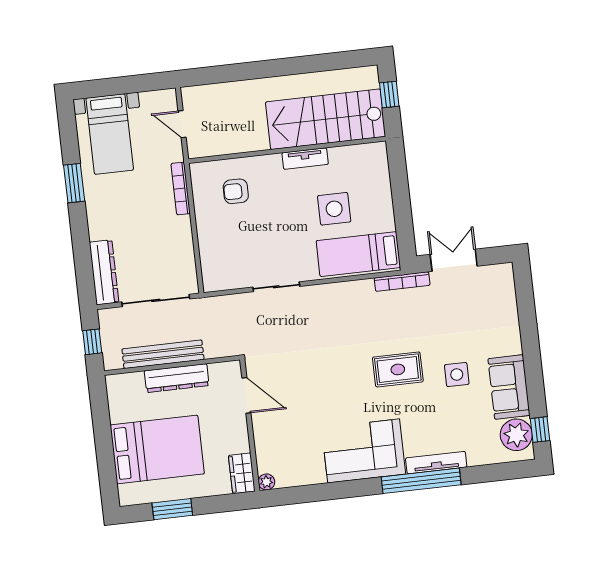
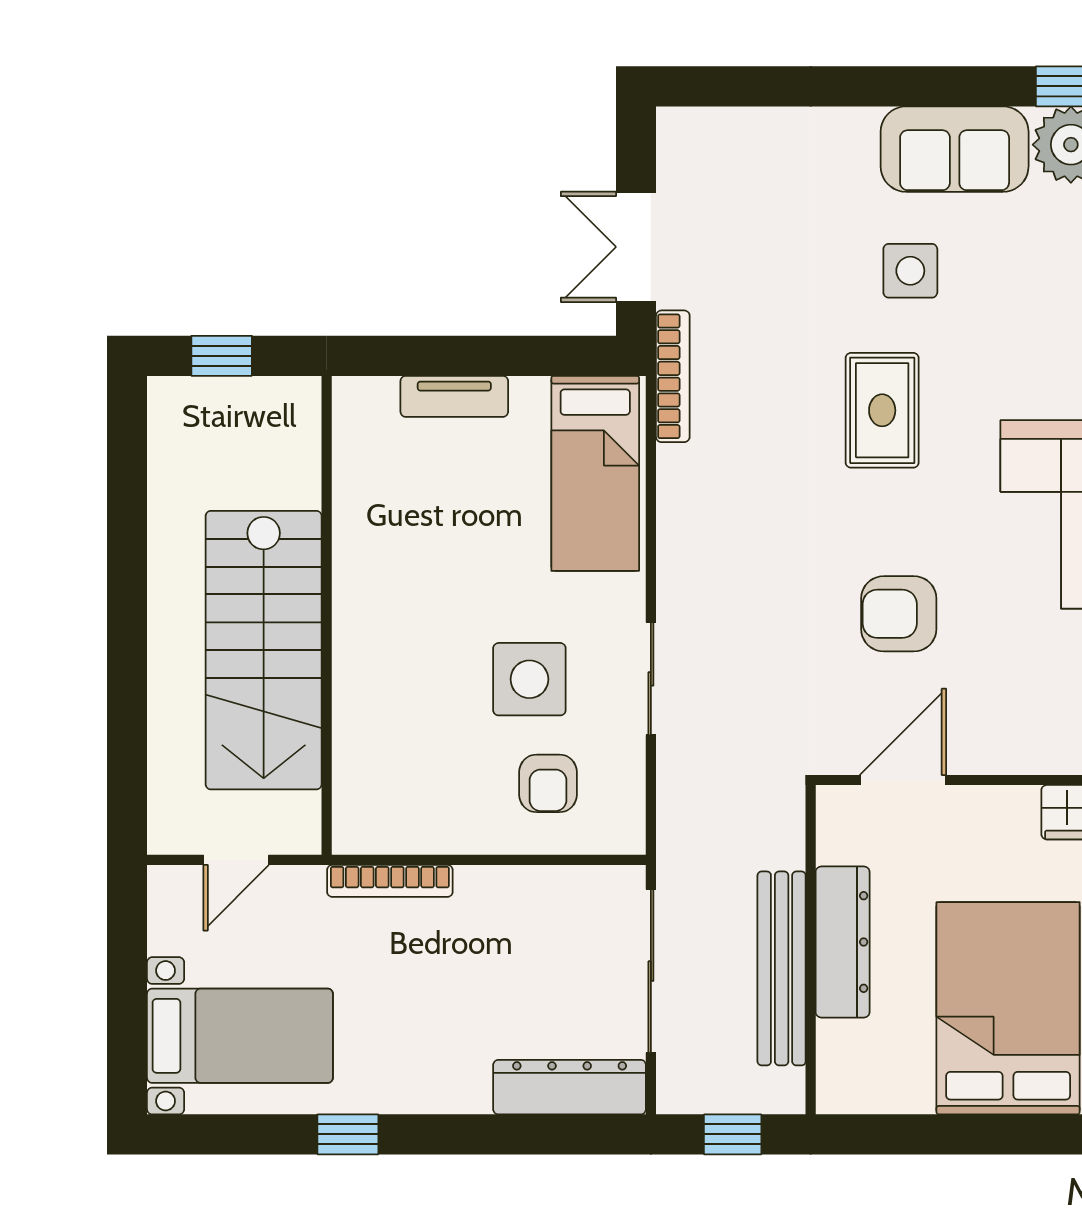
stairs: (326, 119) -> (264, 650), moved
tv unit: (305, 159) -> (454, 396), moved, turned 90
window: (74, 183) -> (348, 1134), width x0.67
armchair: (236, 191) -> (548, 783), moved
side table: (334, 209) -> (529, 679), moved
armchair: (315, 386) -> (899, 614), added

